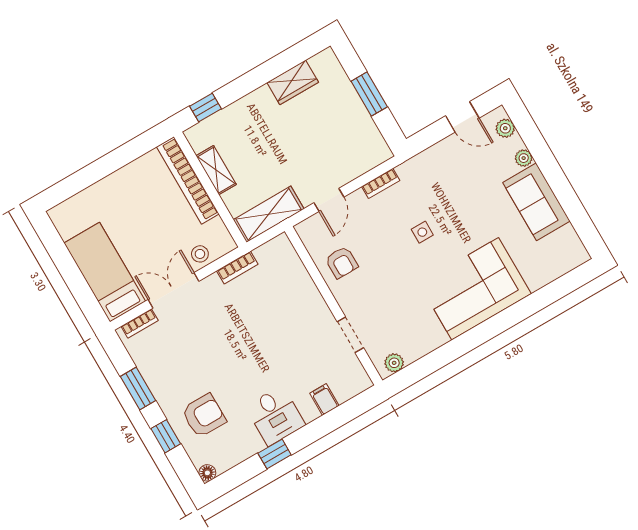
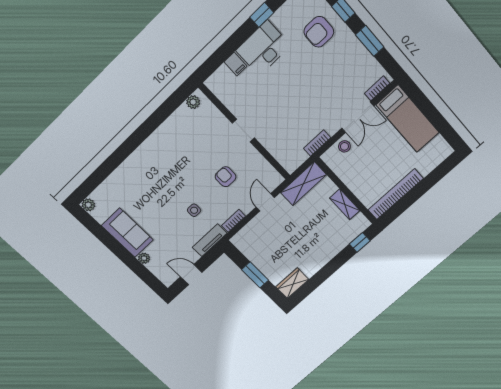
wardrobe: (293, 82) -> (292, 283), moved
plant: (505, 128) -> (88, 205), moved
tv unit: (422, 163) -> (210, 240), added
bookcase: (188, 180) -> (396, 194), moved, turned -90
side table: (422, 232) -> (194, 210), moved
armchair: (342, 262) -> (226, 177), moved
corner sofa: (475, 289) -> (151, 166), removed
doorway: (350, 335) -> (243, 130), moved
desk: (275, 416) -> (263, 48), width x1.37

